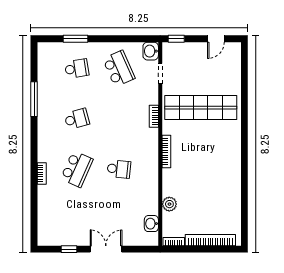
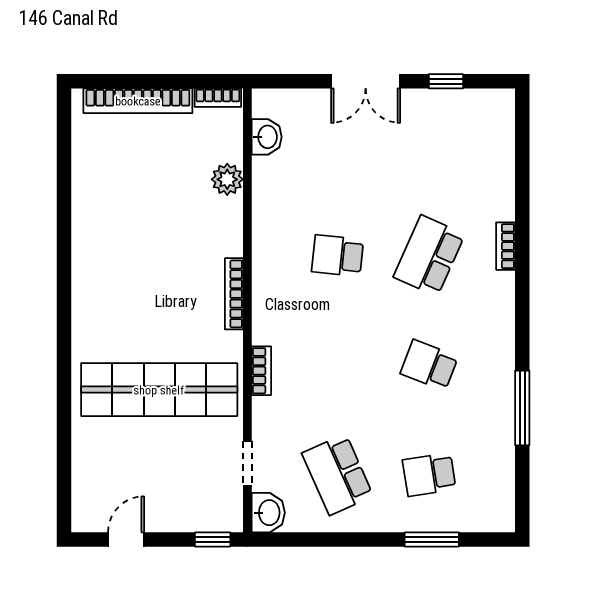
school desk: (77, 119) -> (429, 365), turned 36

